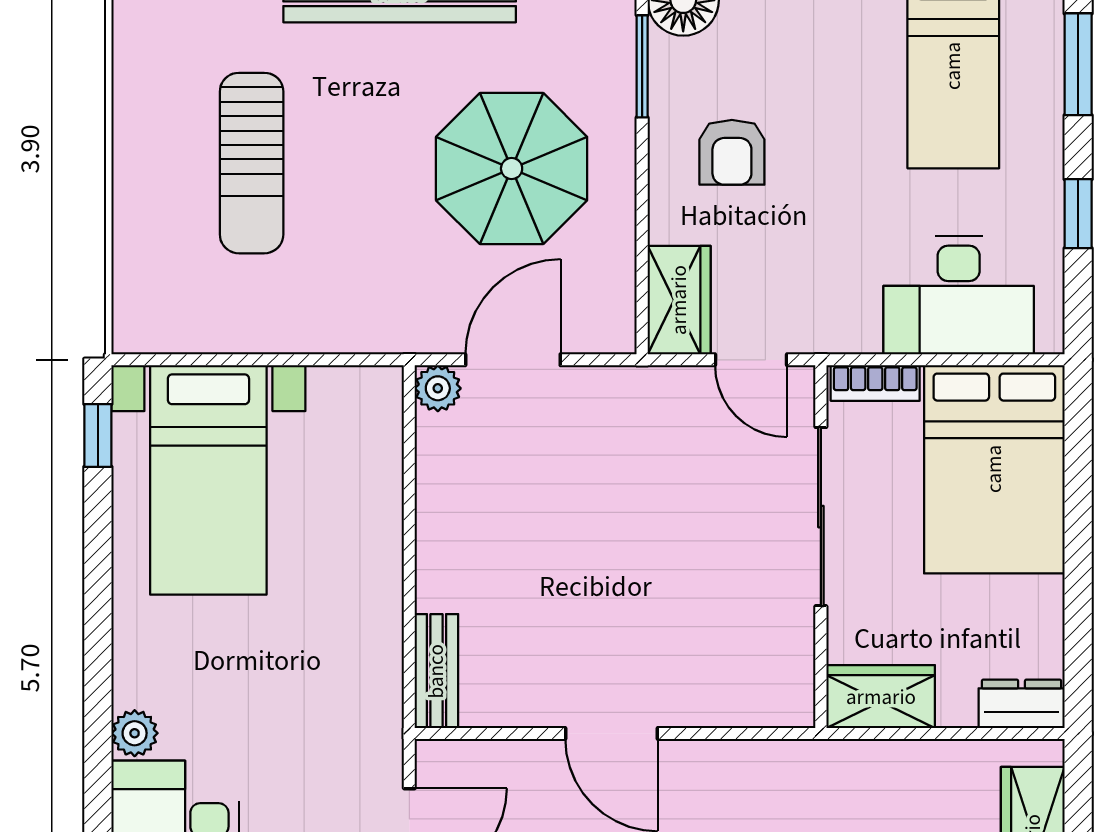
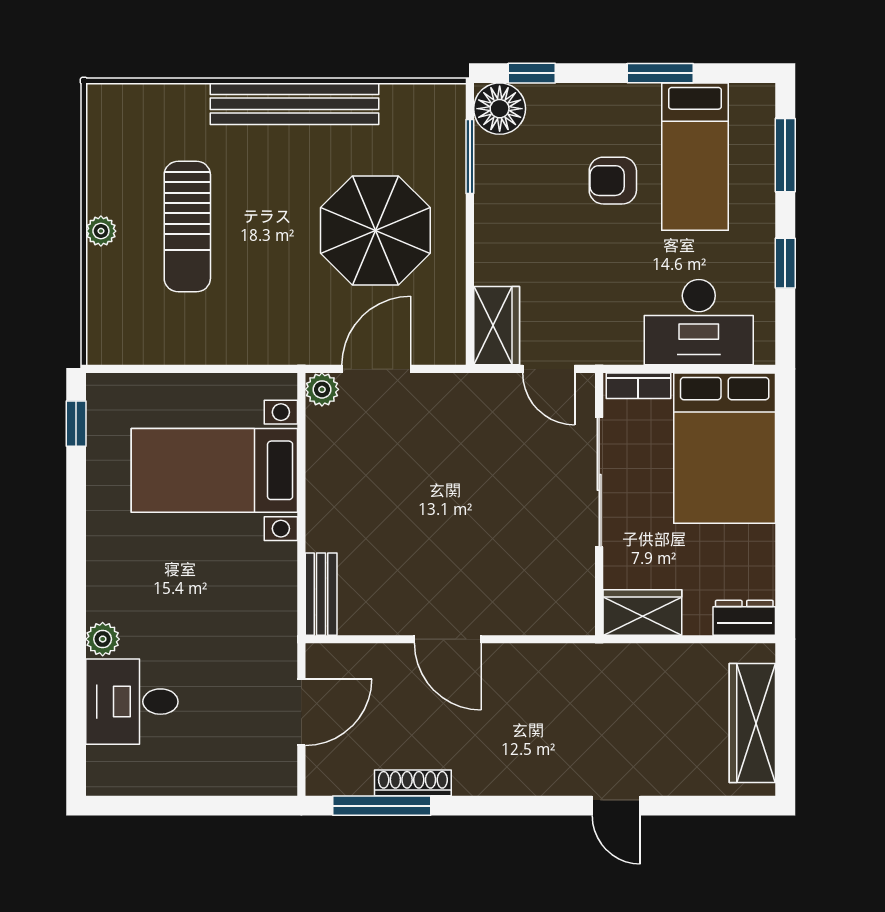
armchair: (732, 152) -> (613, 181), moved, turned 90
plant: (132, 169) -> (101, 231), added
bed with nightstands: (208, 480) -> (214, 470), moved, turned 90

